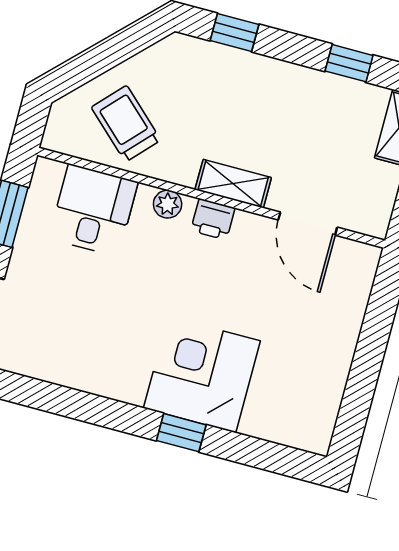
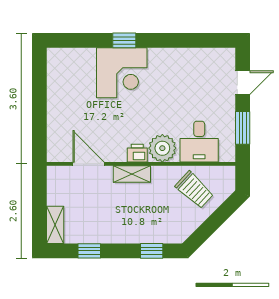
plant: (168, 204) -> (162, 148), width x1.87, depth x1.87

